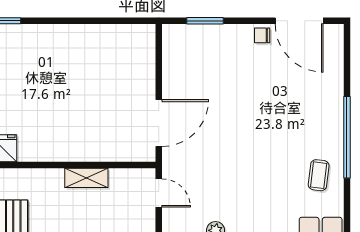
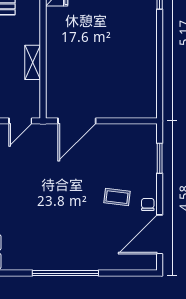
door: (159, 123) -> (77, 121), hinge flipped
coffee table: (319, 175) -> (117, 197), moved

